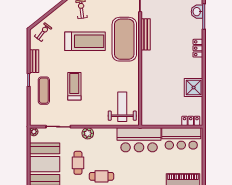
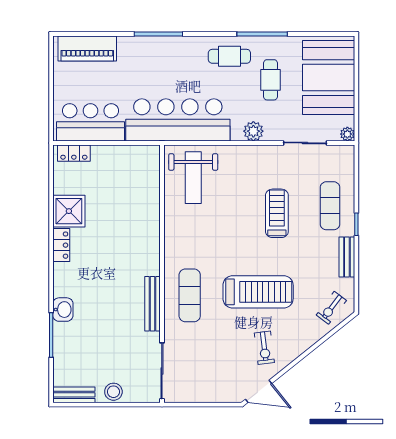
washbasin: (197, 12) -> (63, 310), moved
exercise mat: (124, 39) -> (190, 295), width x0.50, depth x0.69
treadmill: (85, 41) -> (258, 292), turned 180
locker: (198, 48) -> (61, 245), moved
treadmill: (74, 86) -> (277, 213), turned 180
bar counter: (139, 140) -> (178, 120), width x1.36

